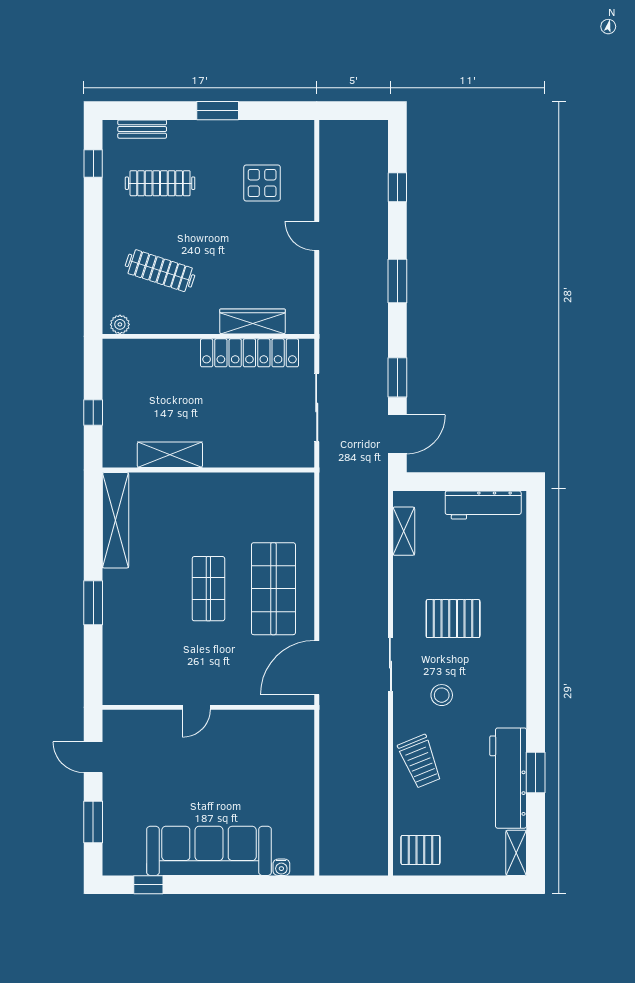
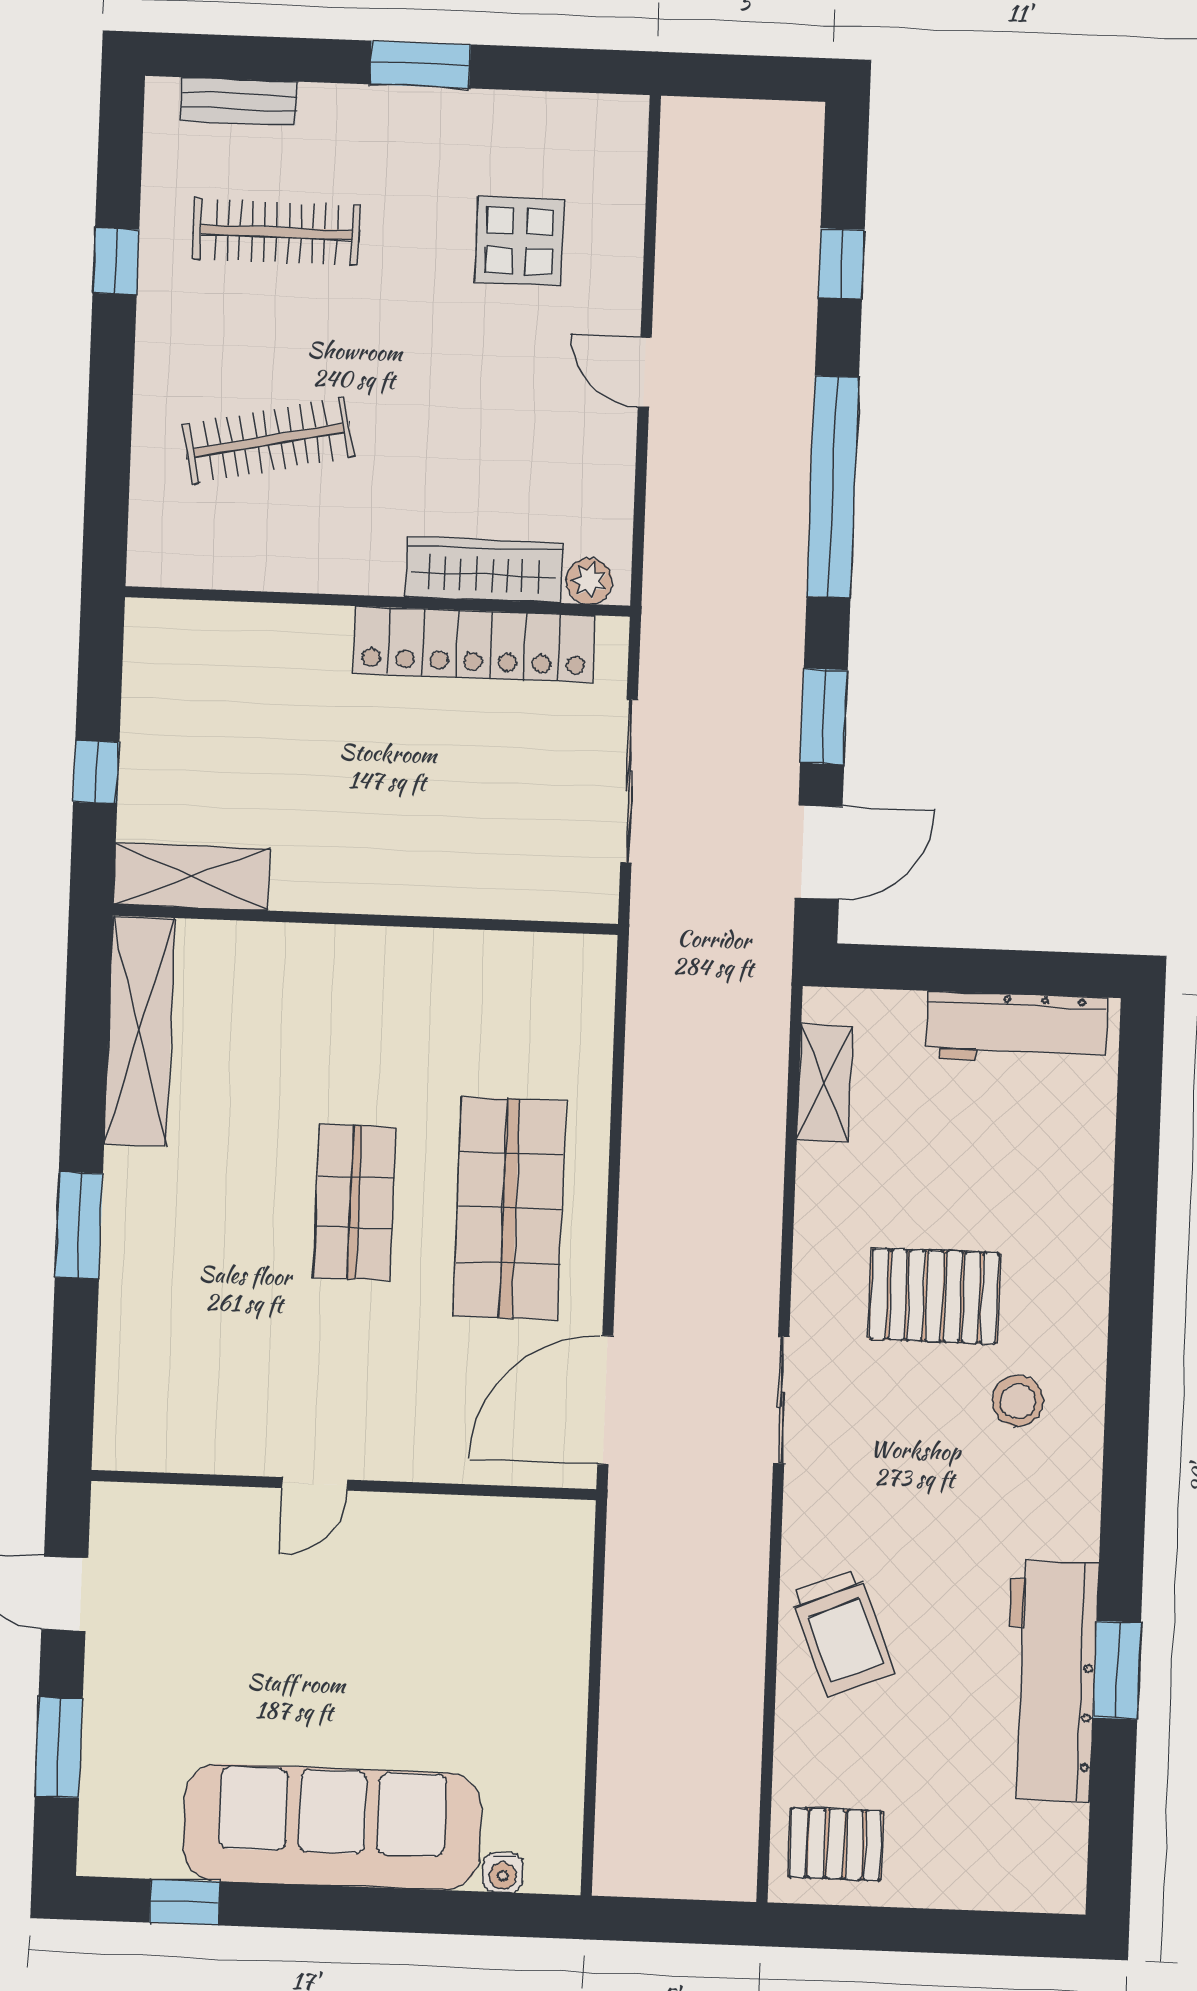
window: (93, 164) -> (116, 261), moved
clothes rail: (160, 271) -> (268, 440), turned -30
window: (397, 281) -> (833, 487), width x2.11
plant: (120, 324) -> (589, 581), moved
shelving: (170, 455) -> (192, 877), moved
stool: (442, 695) -> (1018, 1401), moved
shelving: (516, 853) -> (1063, 1860), removed

